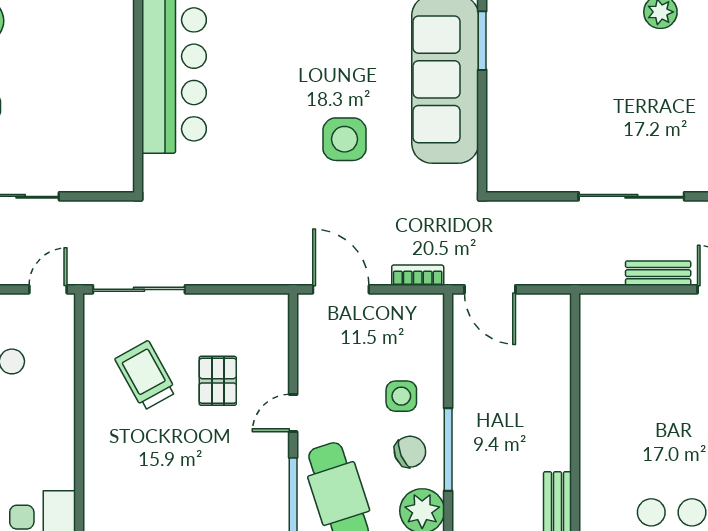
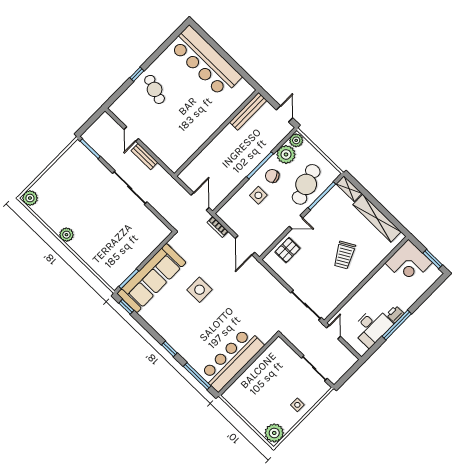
door: (48, 289) -> (334, 332), swing flipped
trolley: (146, 375) -> (344, 255), moved
pallet: (218, 381) -> (288, 250), moved

